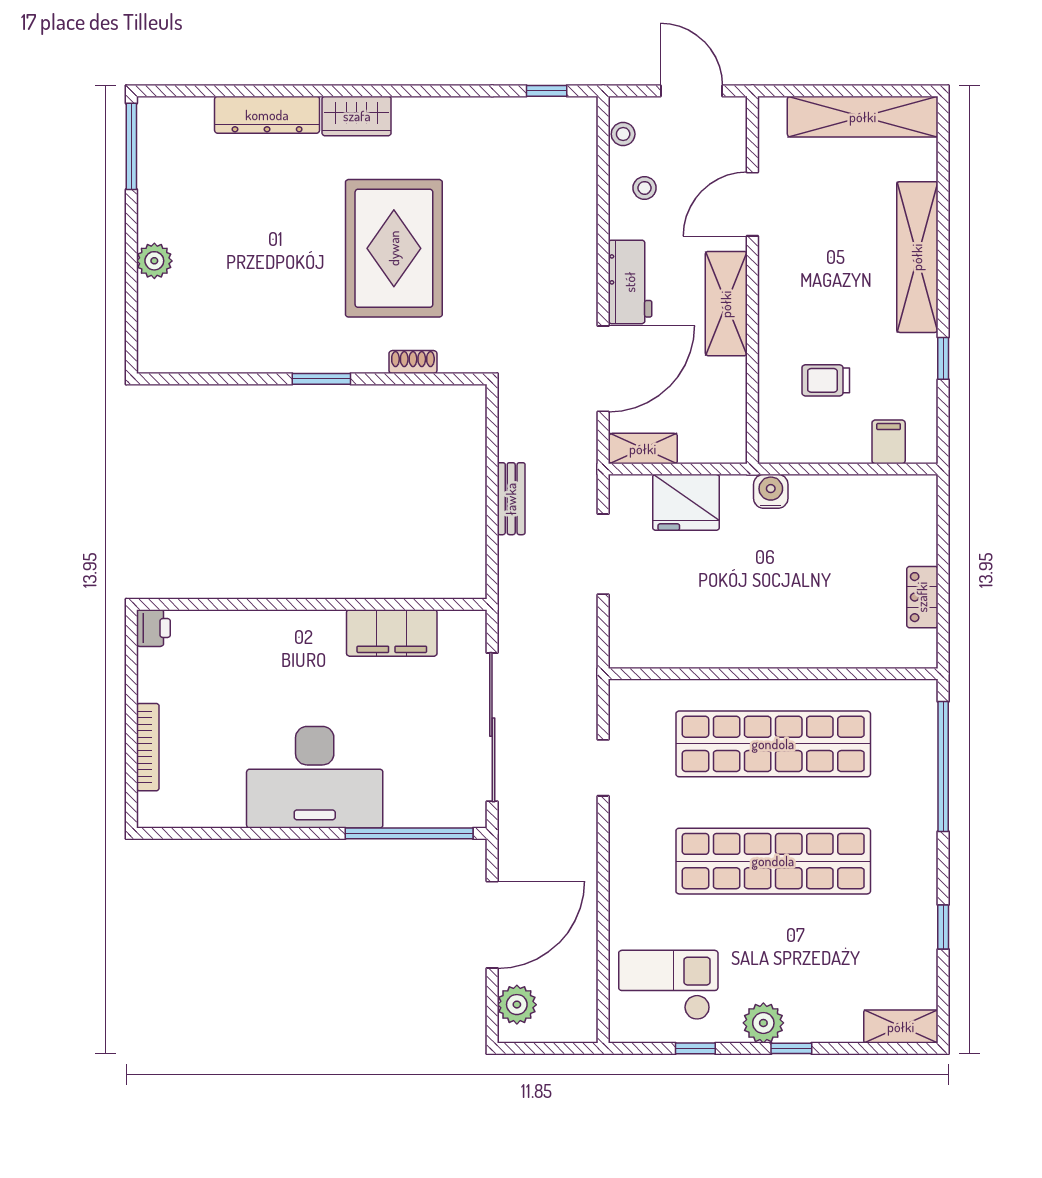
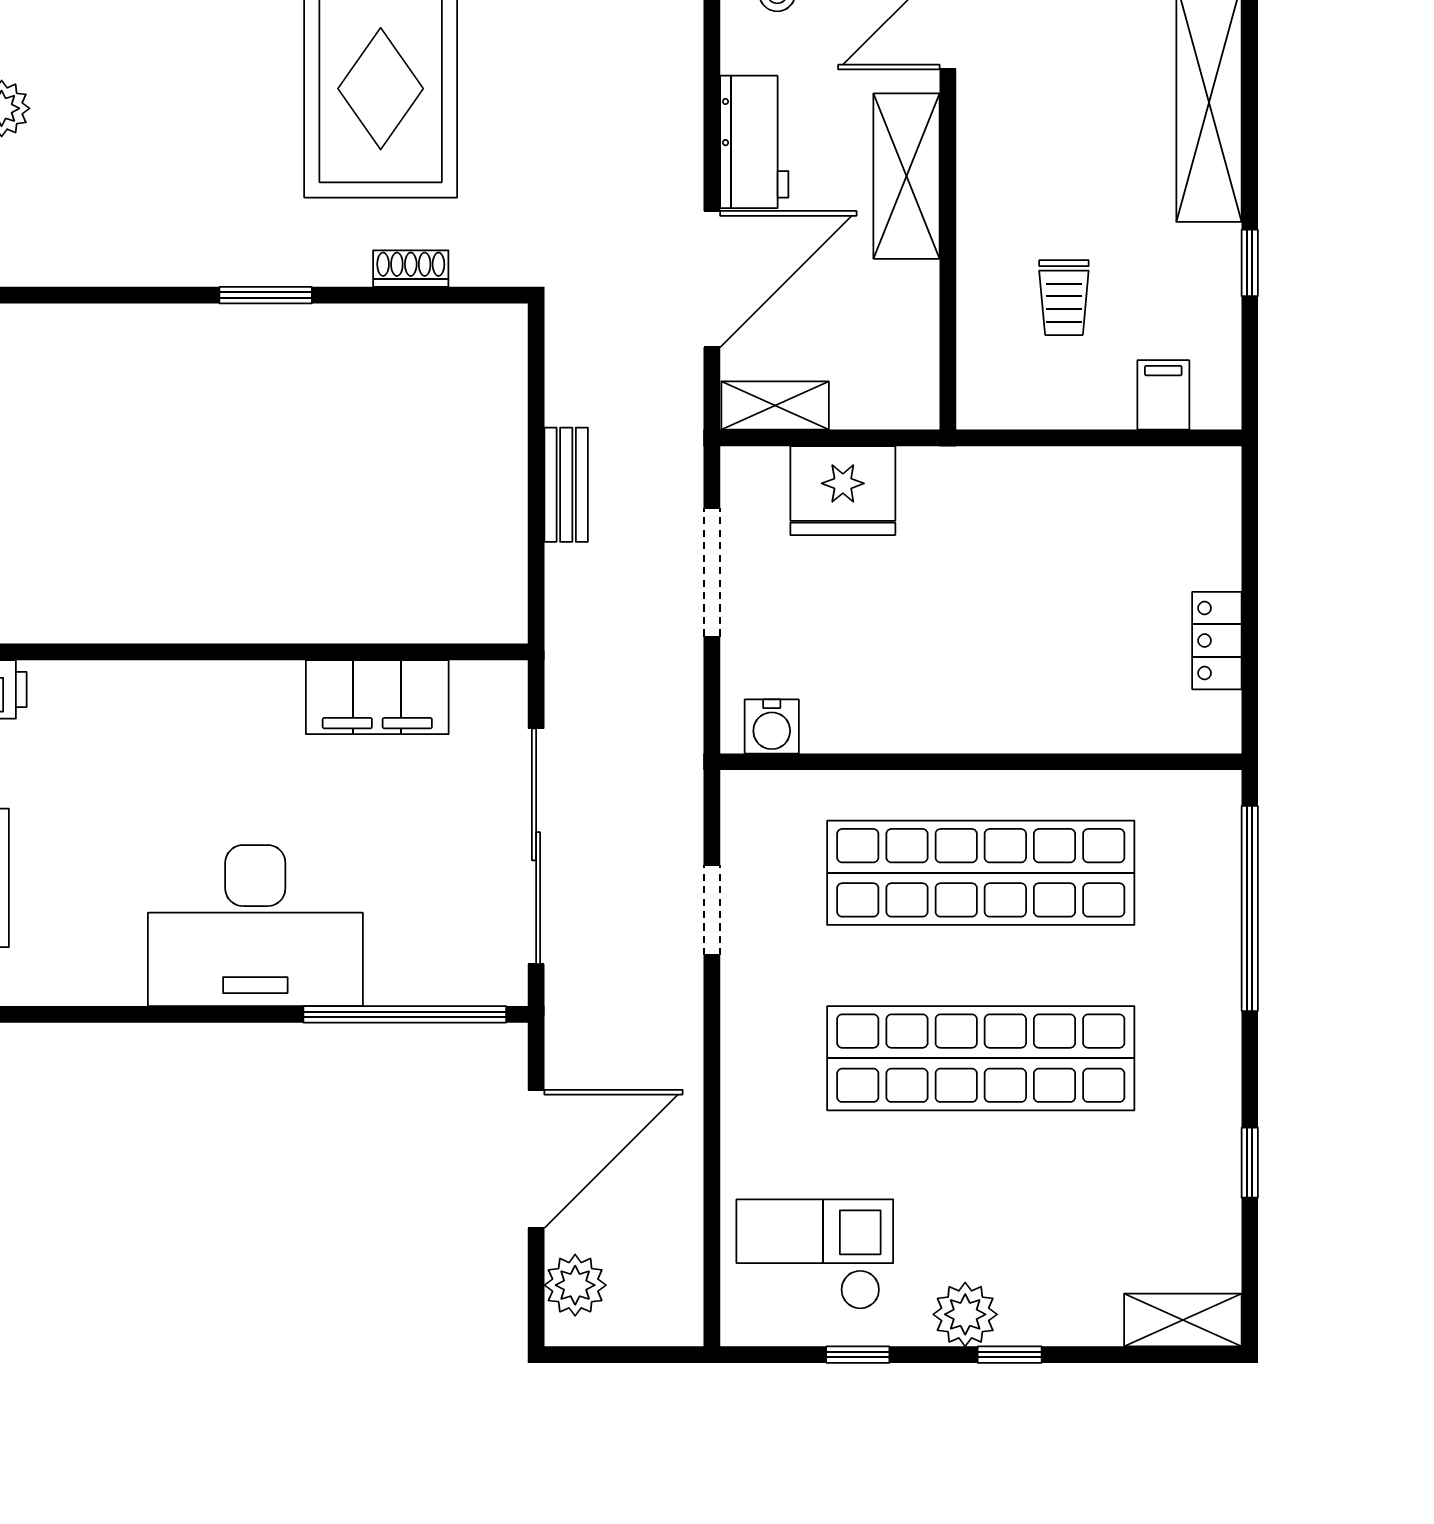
trolley: (826, 380) -> (1064, 298), turned -90
water cooler: (771, 491) -> (772, 726), moved, turned 180

